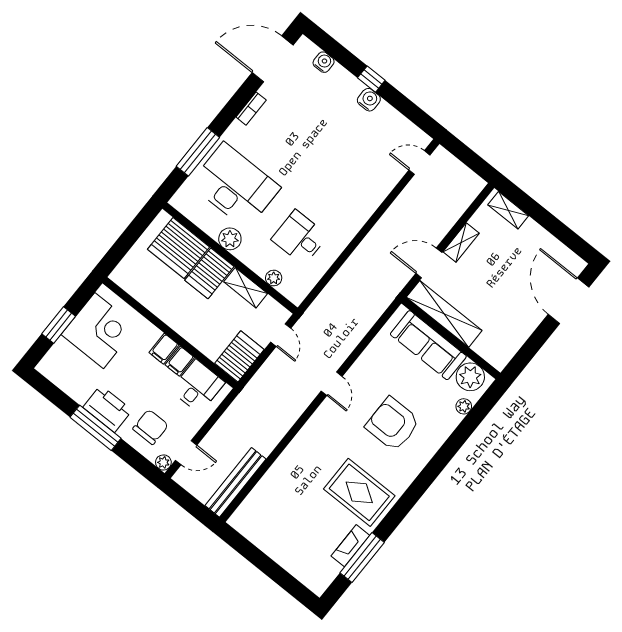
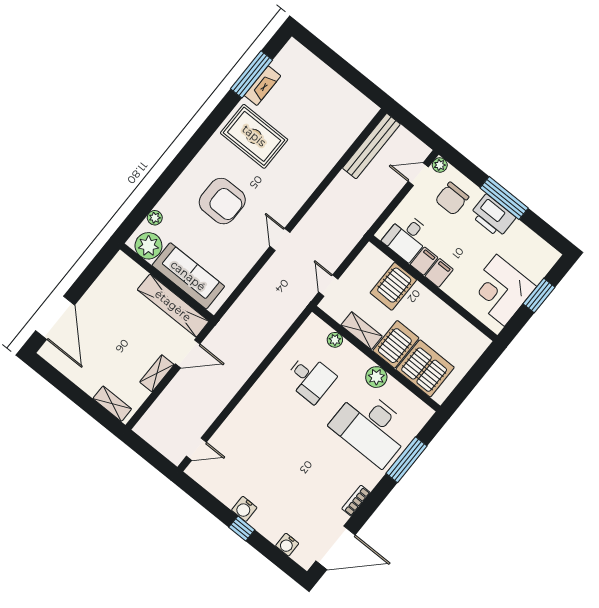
server rack: (239, 356) -> (393, 286), moved

